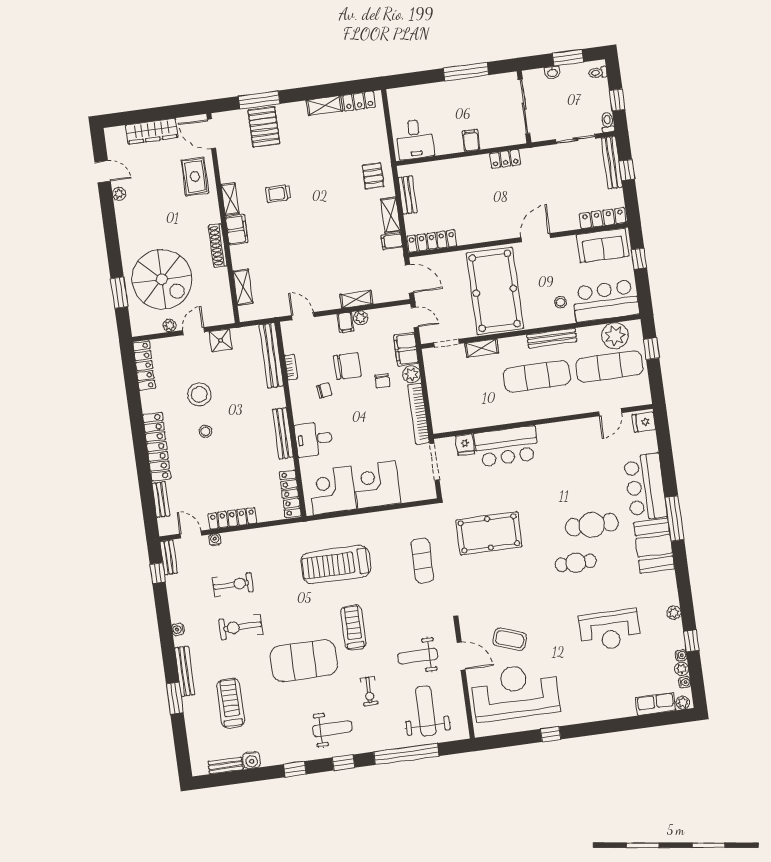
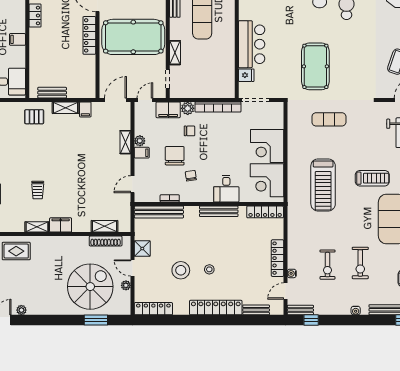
locker: (432, 241) -> (89, 35), moved
shoe rack: (218, 246) -> (106, 241), moved
exercise bike: (233, 584) -> (327, 265), turned 180
treadmill: (353, 628) -> (372, 178), turned 180

